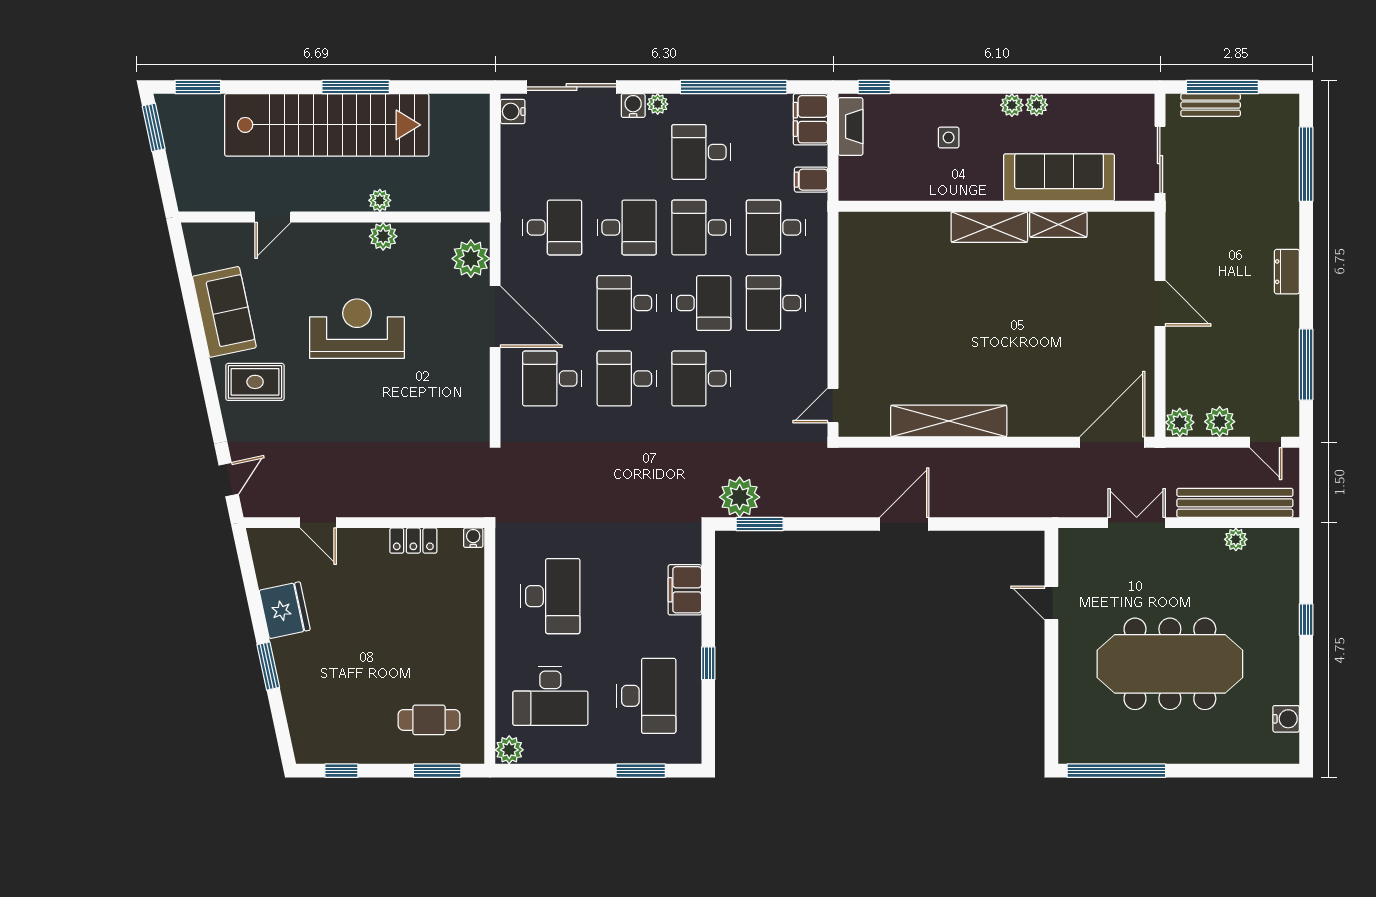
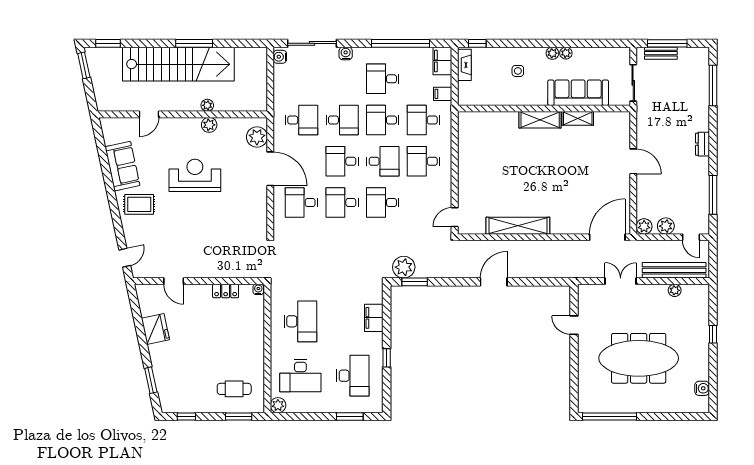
plant: (658, 104) -> (359, 53), removed
window: (268, 666) -> (151, 380), moved

